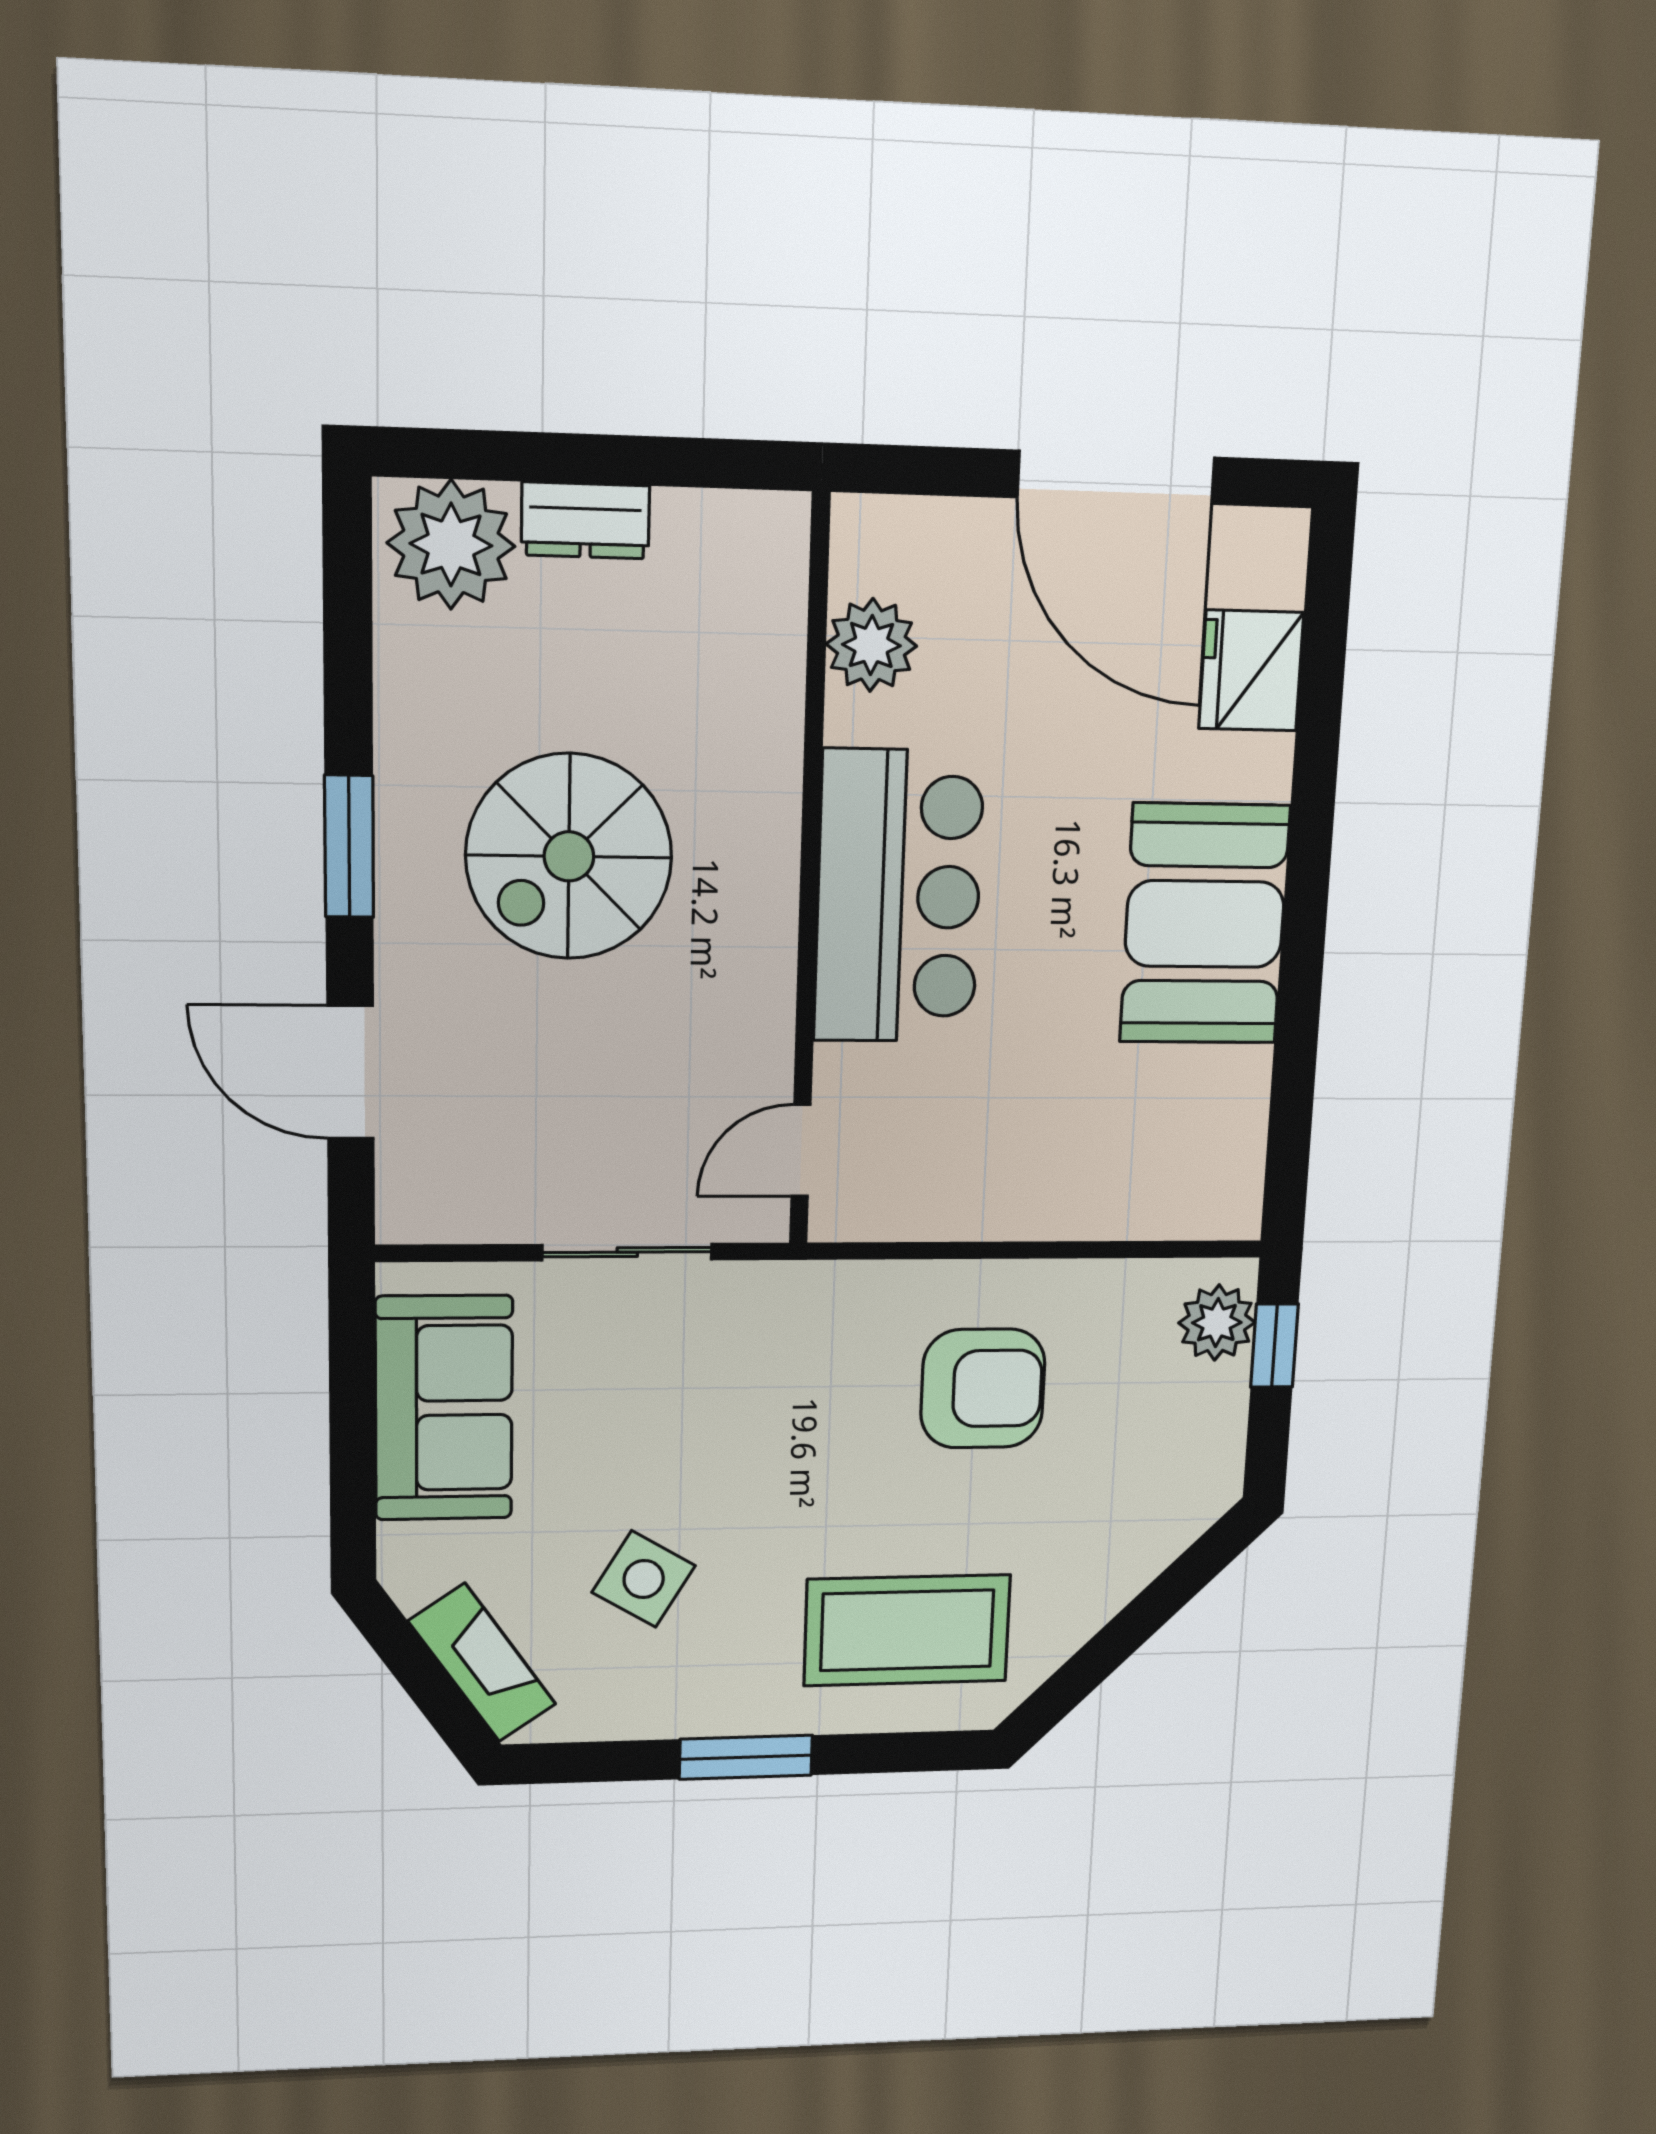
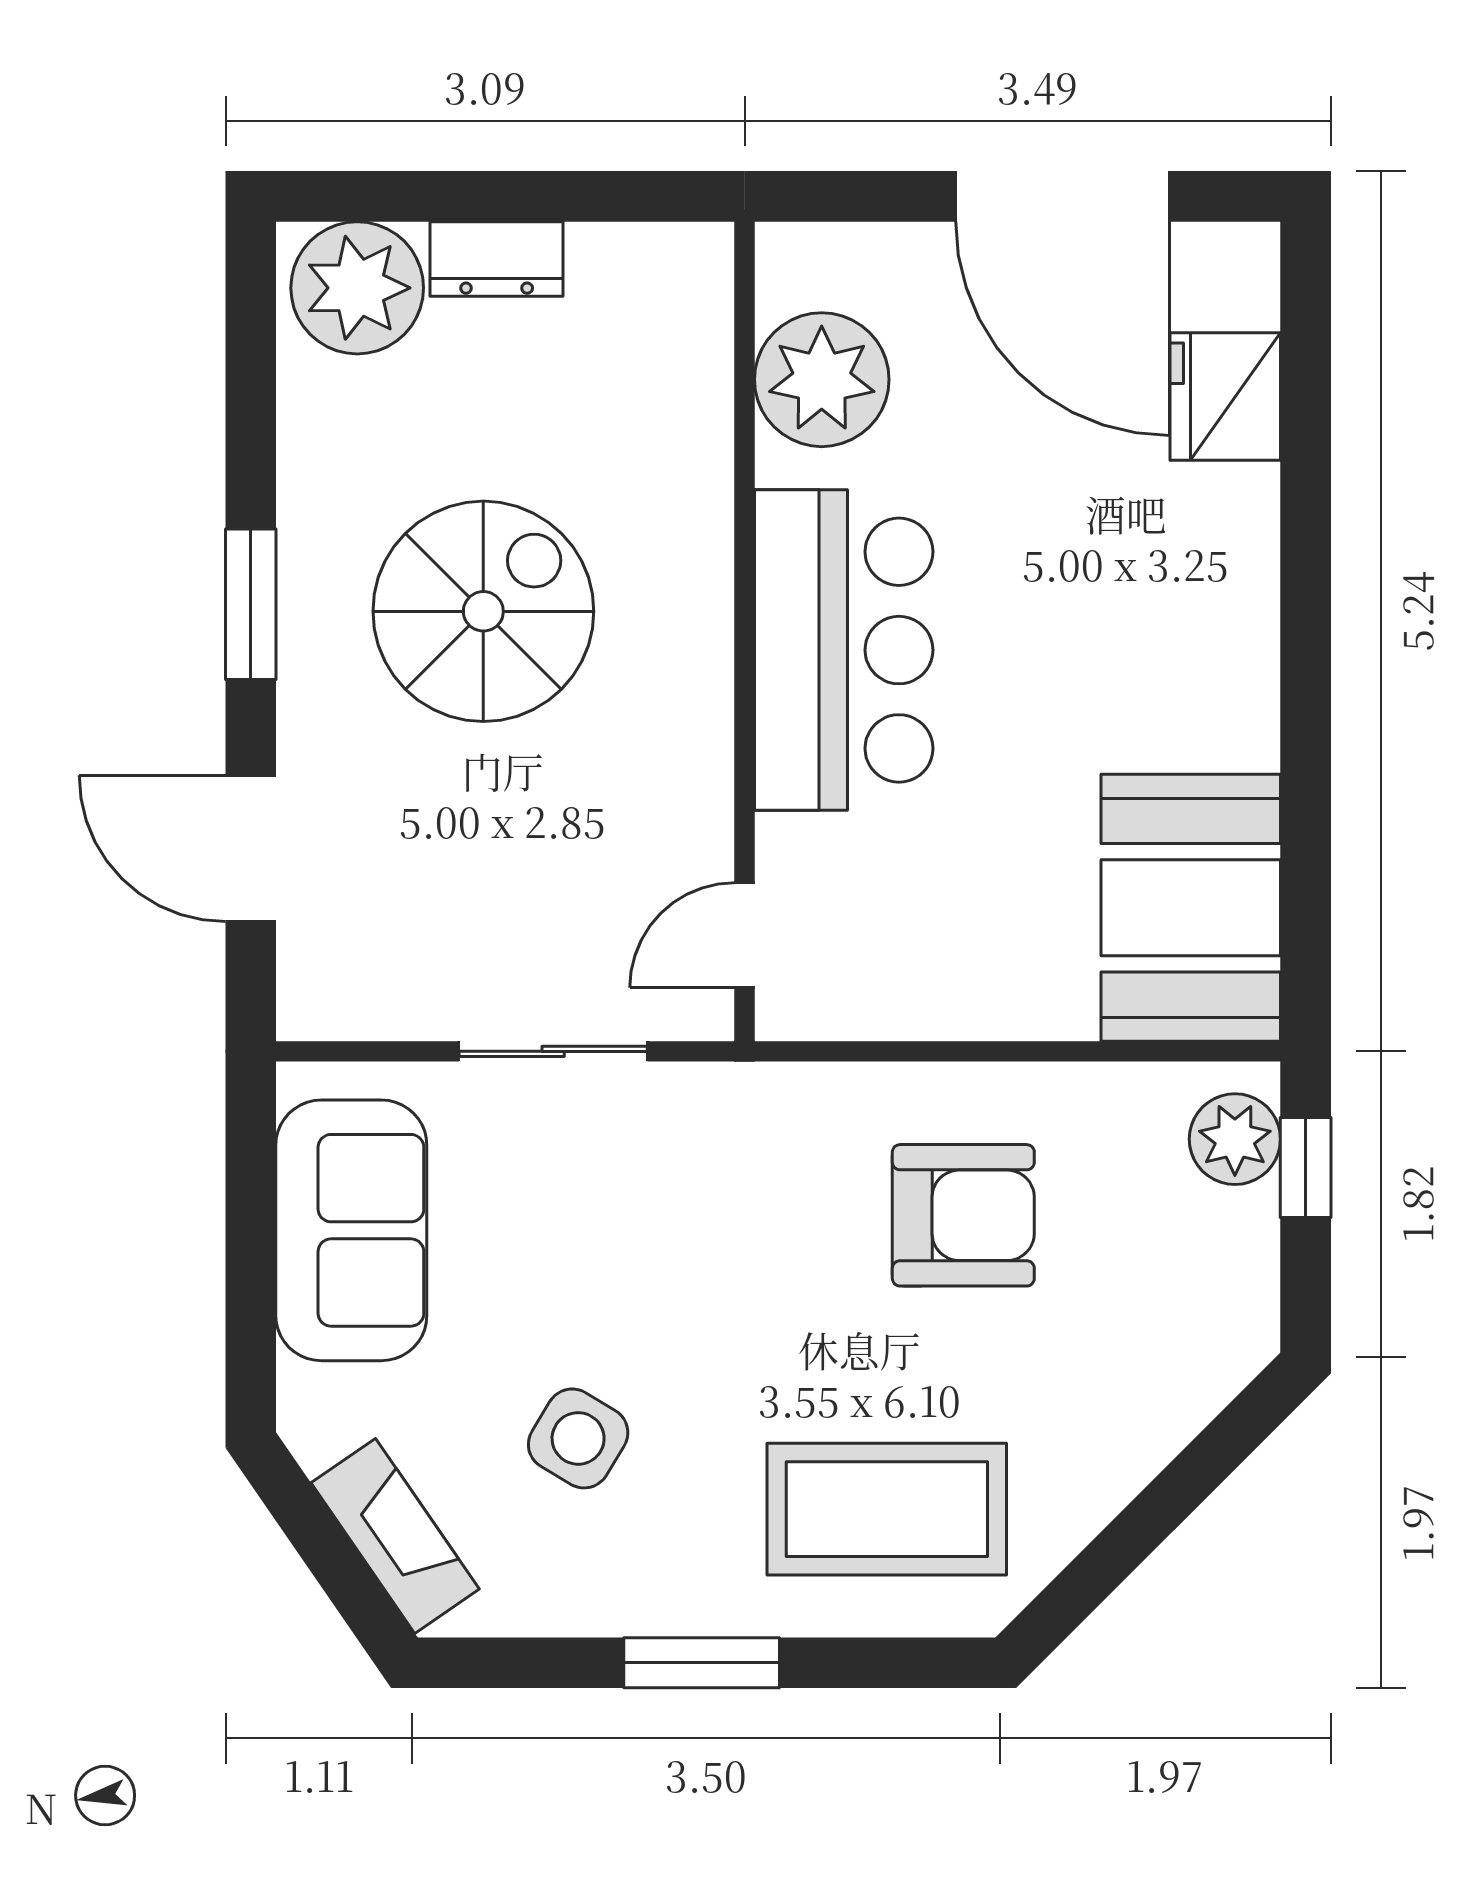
plant: (871, 645) -> (822, 380), width x1.36, depth x1.36
spiral stairs: (569, 856) -> (483, 611), turned 180
booth: (1205, 924) -> (1191, 908), moved

